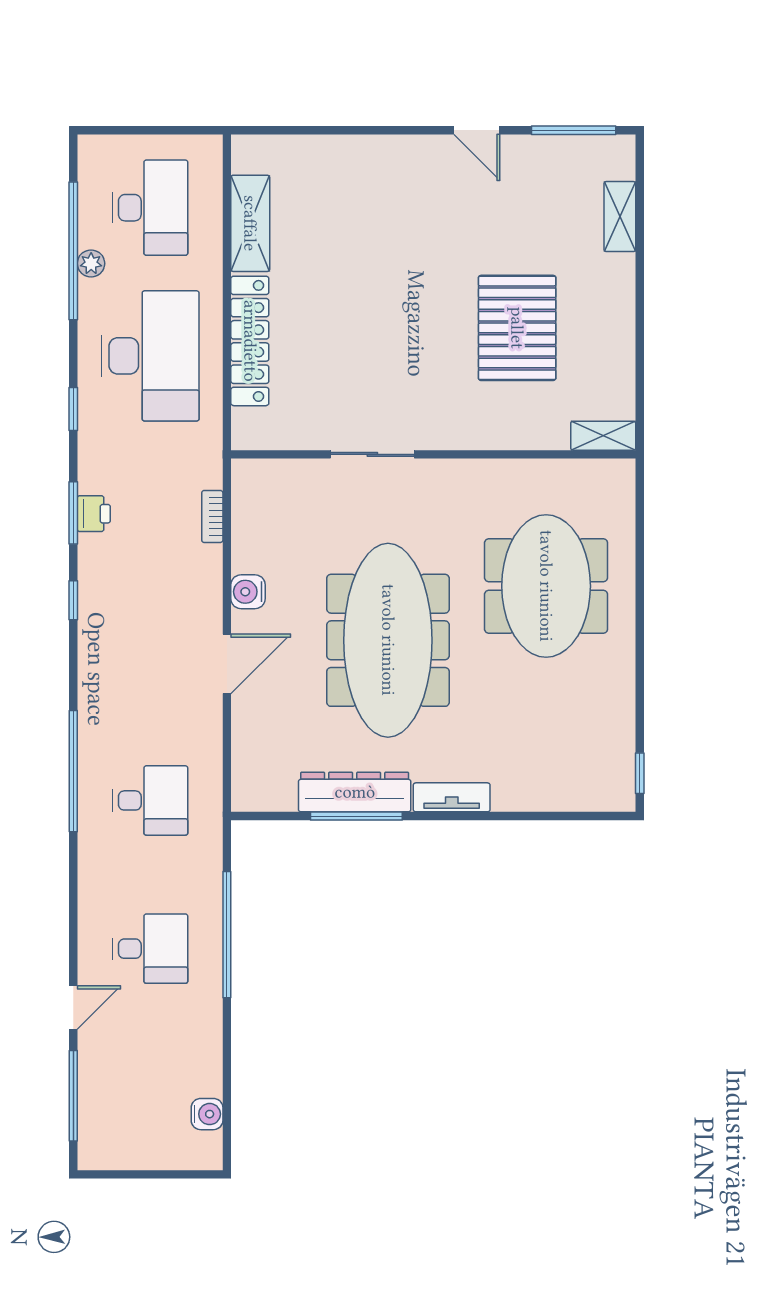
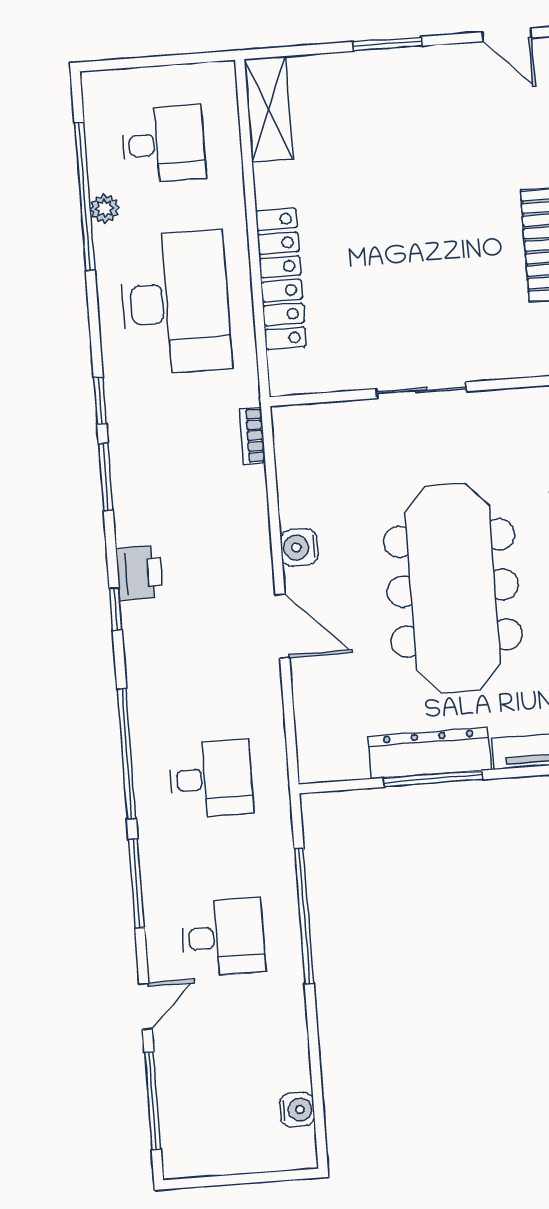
window: (365, 130) -> (387, 44), added
desk: (150, 208) -> (163, 144), width x0.73
shelving: (250, 223) -> (269, 109), moved
window: (73, 409) -> (100, 401), moved
printer: (94, 514) -> (139, 573), moved, width x1.36, depth x1.24
bookcase: (212, 516) -> (252, 436), moved
window: (73, 600) -> (116, 609), moved
door: (227, 664) -> (282, 626), hinge flipped
window: (73, 893) -> (136, 883), added

